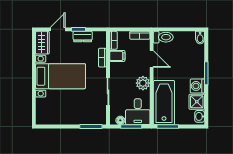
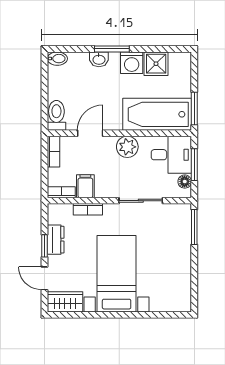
washbasin: (200, 116) -> (99, 59), moved

